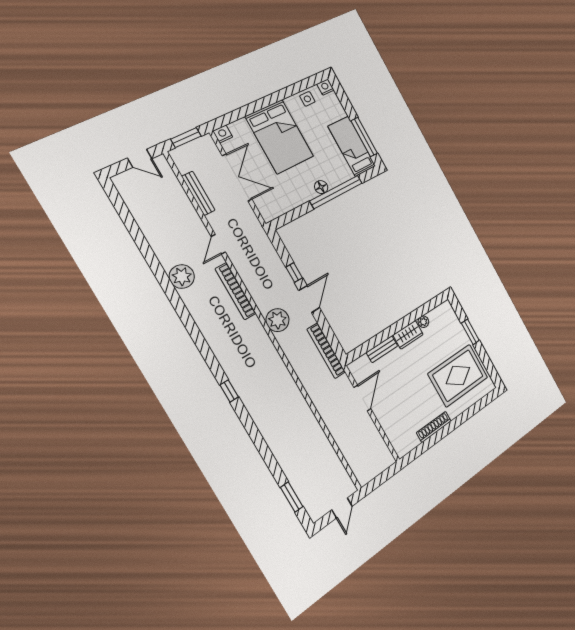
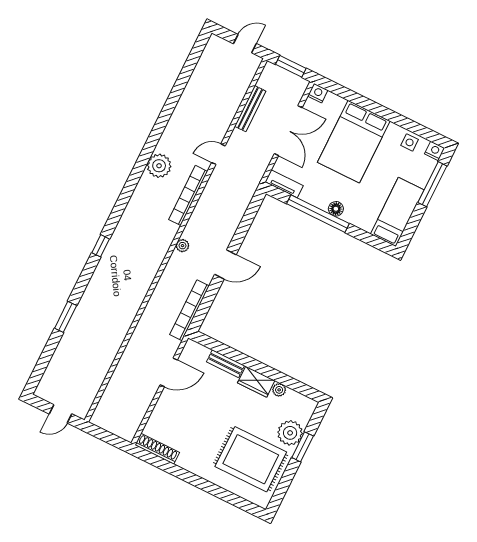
window: (364, 137) -> (432, 184), moved
door: (140, 158) -> (245, 44), swing flipped
window: (336, 192) -> (318, 214), moved
tv unit: (277, 211) -> (284, 184), added
window: (294, 272) -> (240, 235), removed
plant: (182, 277) -> (159, 166), moved
plant: (278, 320) -> (182, 246), width x0.53, depth x0.53
plant: (456, 334) -> (290, 433), added
shoe rack: (434, 427) -> (157, 449), moved
window: (292, 497) -> (66, 317), moved

